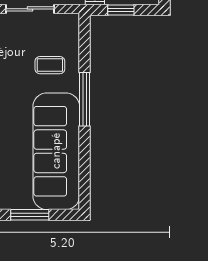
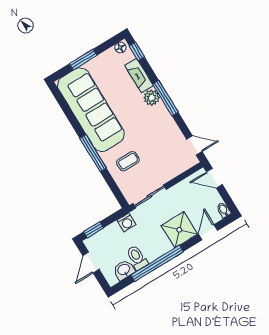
sliding door: (30, 9) -> (150, 196), moved
window: (121, 10) -> (94, 230), moved

